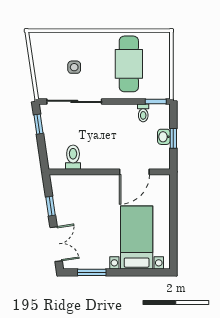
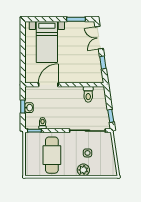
plant: (80, 41) -> (83, 170), added

